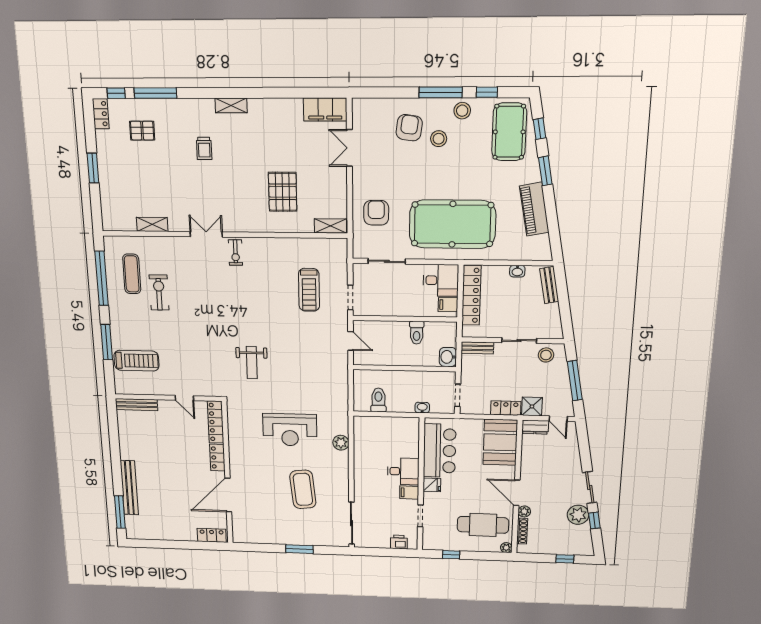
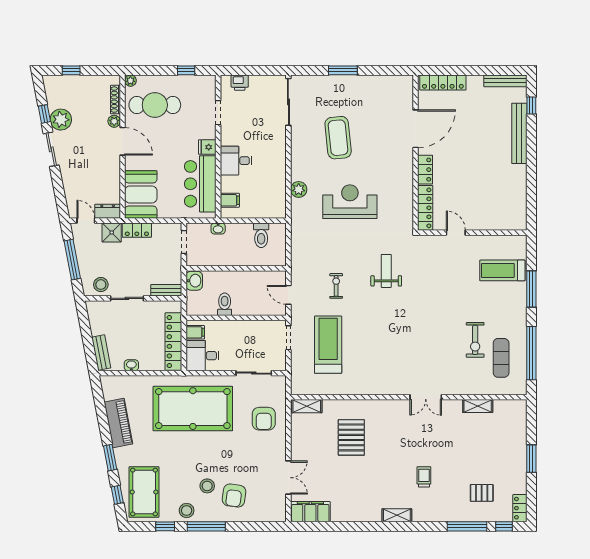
exercise bike: (235, 253) -> (336, 286), moved
treadmill: (309, 290) -> (328, 345), width x1.37, depth x1.38
bench: (137, 405) -> (505, 81), moved
filing cabinet: (409, 493) -> (230, 200), moved
window: (120, 512) -> (531, 106), width x0.46
locker: (212, 535) -> (443, 83), width x1.53

